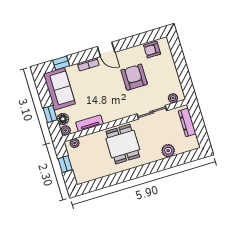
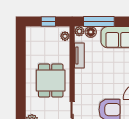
window: (50, 114) -> (99, 22), width x2.17
dining table: (123, 144) -> (51, 80), turned 90

